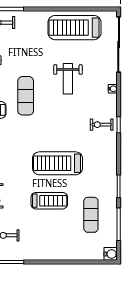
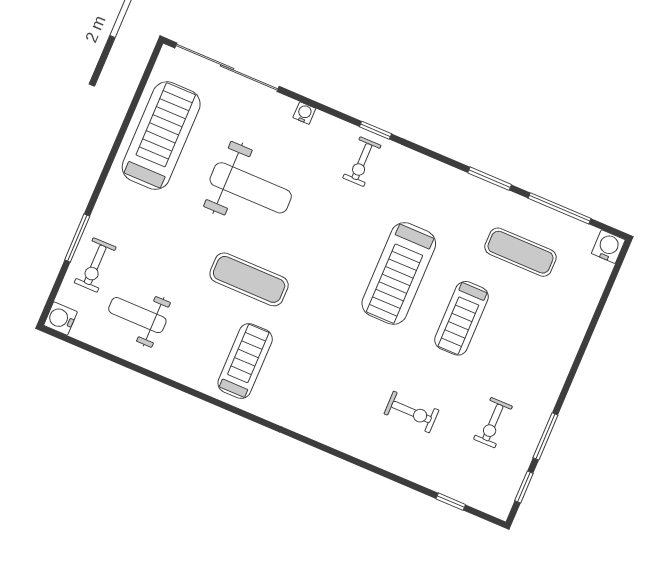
treadmill: (74, 28) -> (161, 136), turned 180
weight bench: (68, 79) -> (251, 188), width x1.36, depth x1.33
treadmill: (49, 201) -> (462, 318), turned 180

